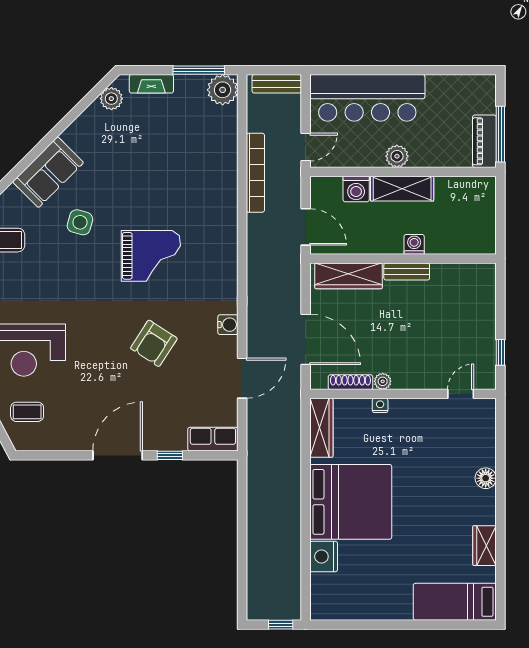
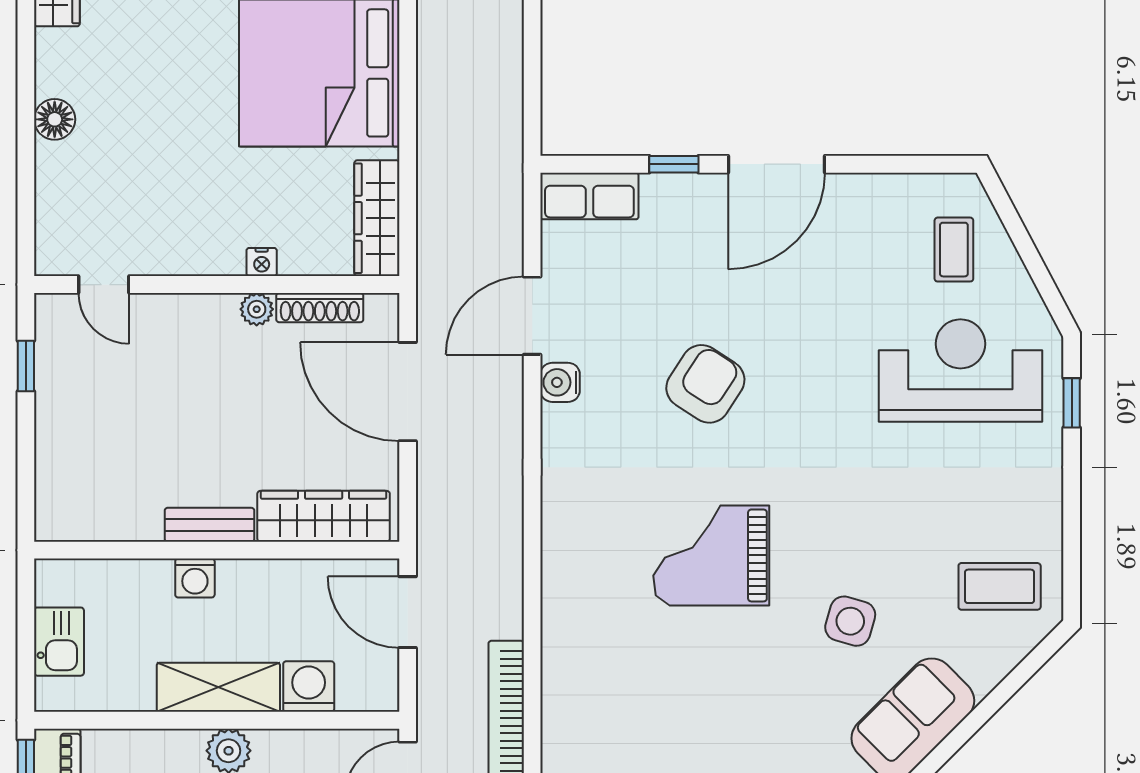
kitchen sink: (483, 212) -> (59, 642), added
water cooler: (228, 325) -> (560, 382), moved
door: (461, 394) -> (104, 285), hinge flipped
coffee table: (27, 412) -> (954, 250), turned 90

